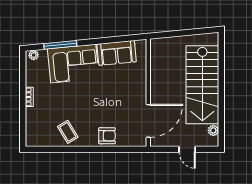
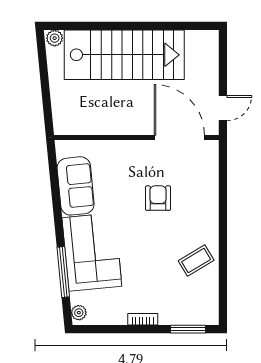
window: (23, 126) -> (188, 329), added
plant: (213, 130) -> (55, 38), moved
armchair: (107, 136) -> (158, 198), moved
door: (187, 149) -> (223, 108), moved

